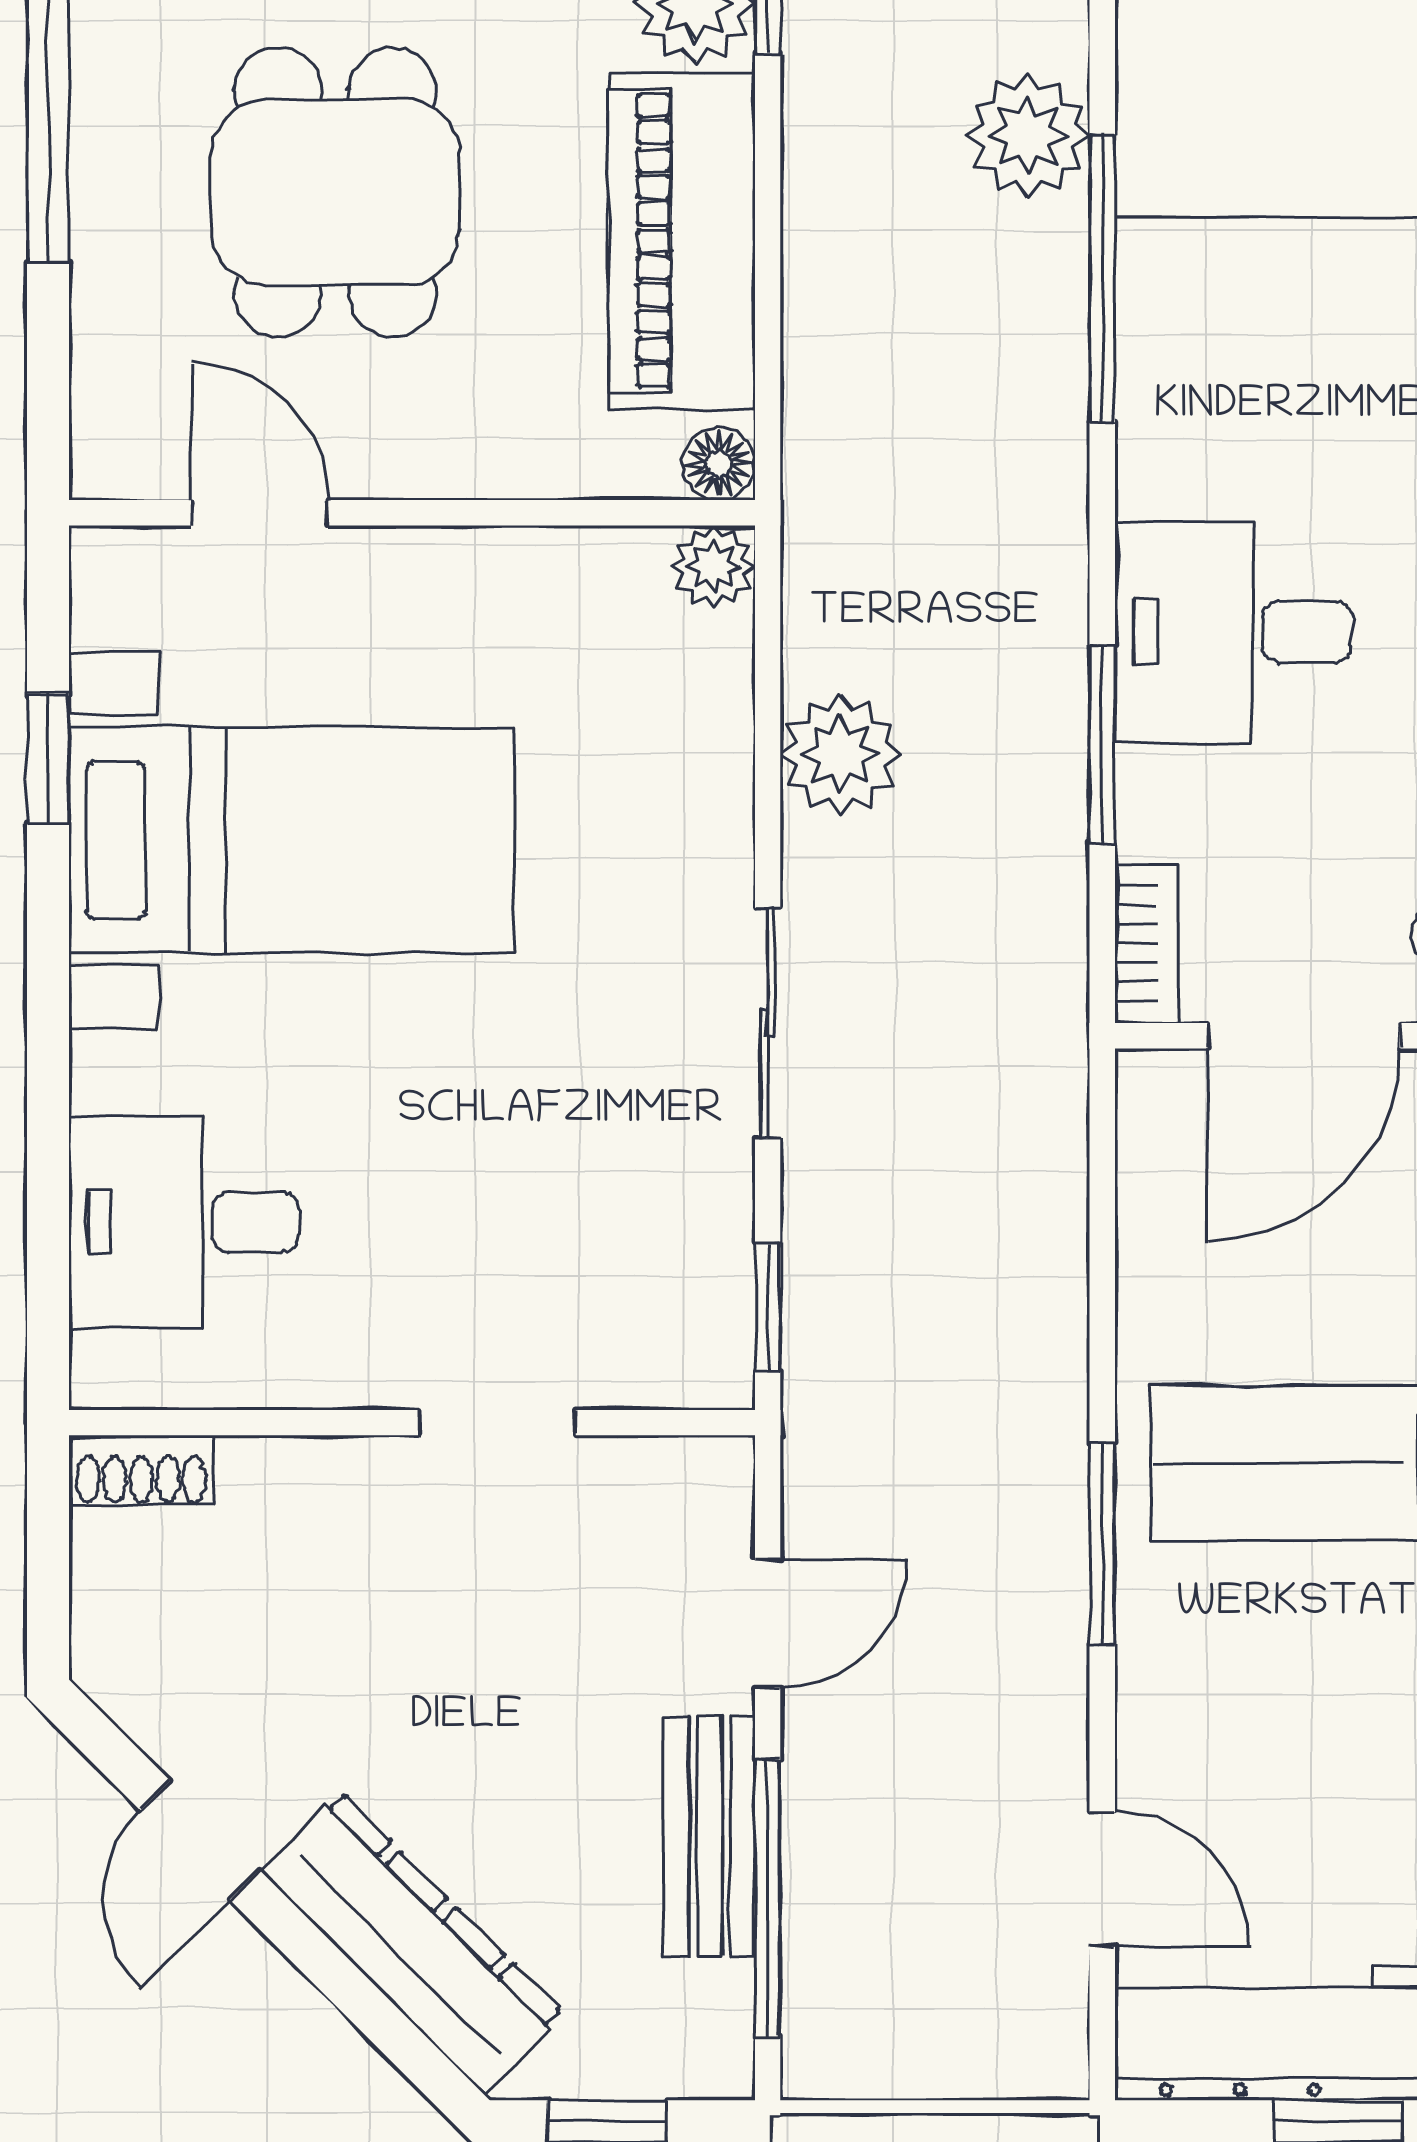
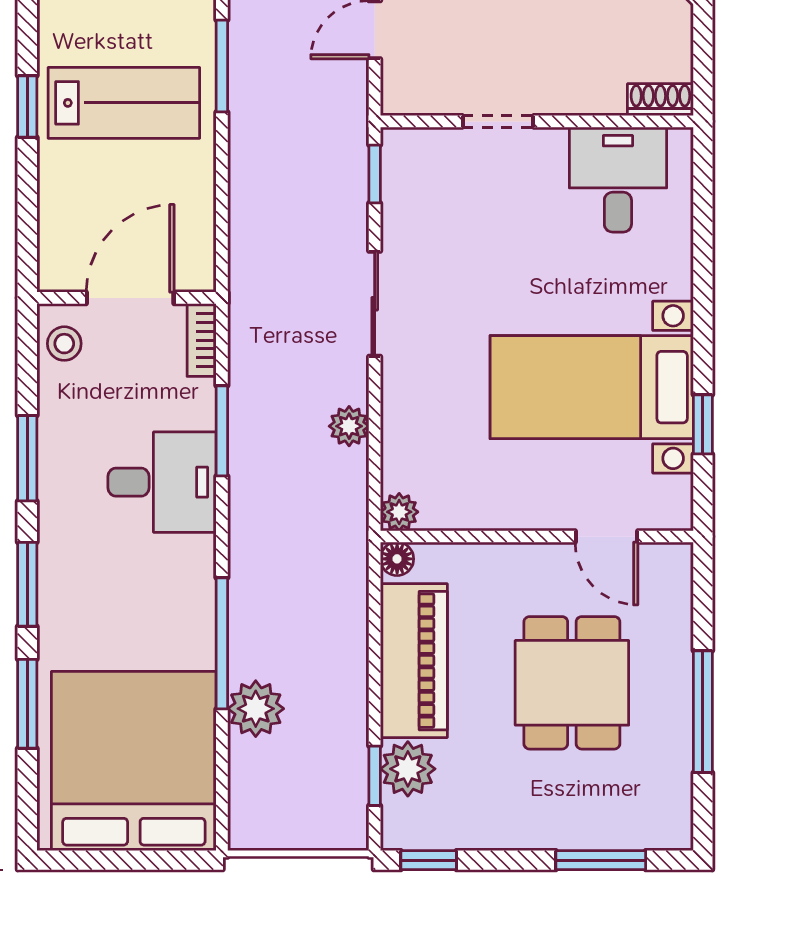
plant: (840, 755) -> (349, 426), width x0.73, depth x0.73
desk: (184, 1222) -> (618, 180), moved, turned -90

